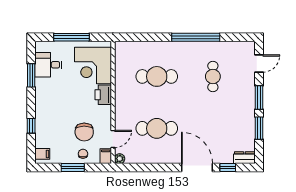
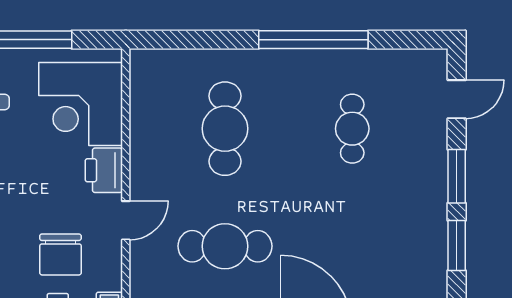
cafe table: (157, 76) -> (225, 129), turned 90
door: (113, 139) -> (126, 220), moved

